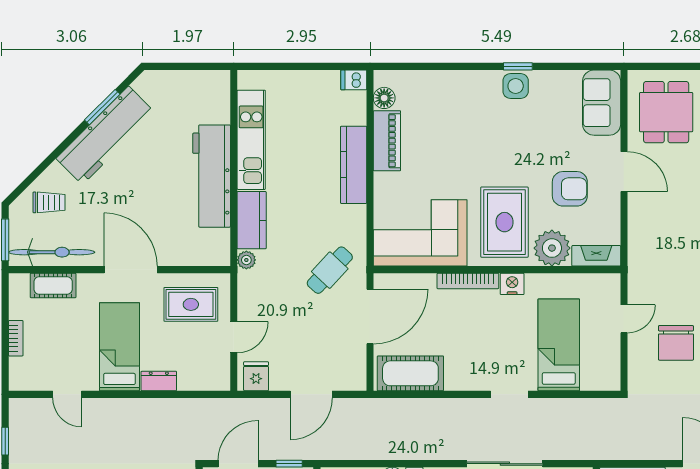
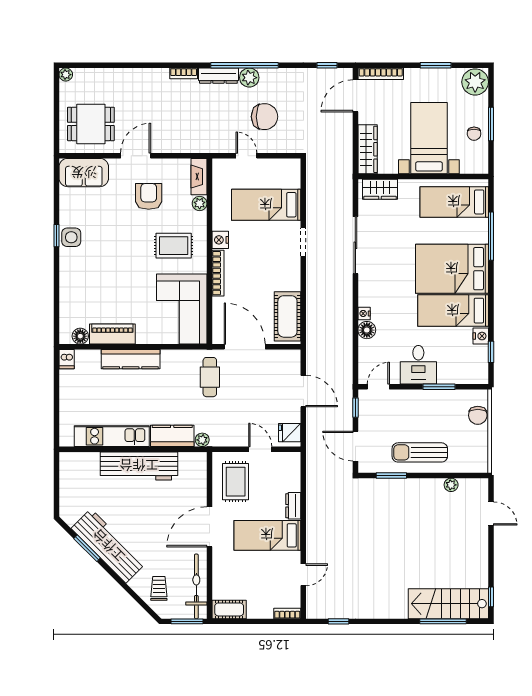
rug: (504, 222) -> (174, 246), width x0.73, depth x0.70
plant: (552, 248) -> (200, 203), width x0.53, depth x0.53
cafe table: (330, 270) -> (210, 377), turned 47
cot: (53, 285) -> (229, 609), moved, turned 90
bookcase: (16, 338) -> (287, 613), moved

